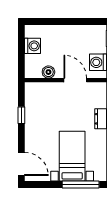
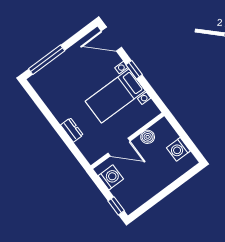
window: (21, 115) -> (134, 70), moved
bed with nightstands: (72, 156) -> (115, 96), moved, turned 90

